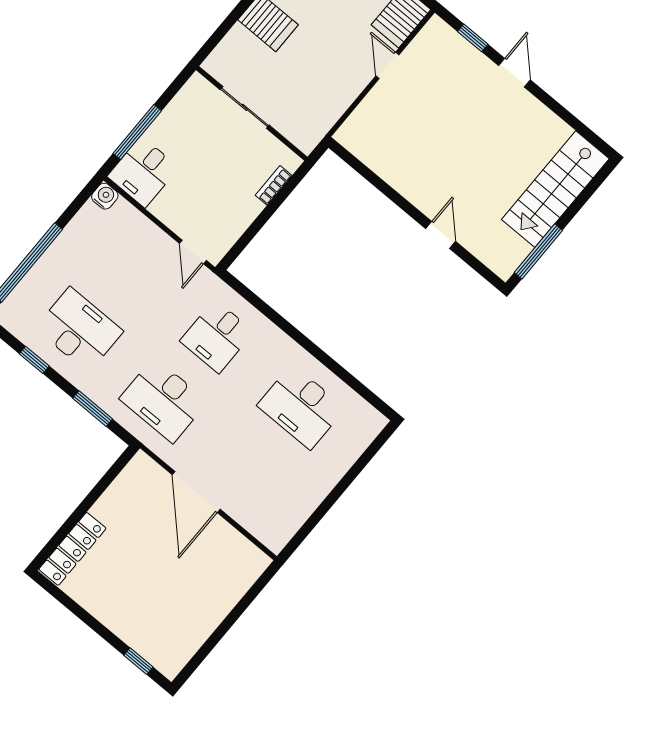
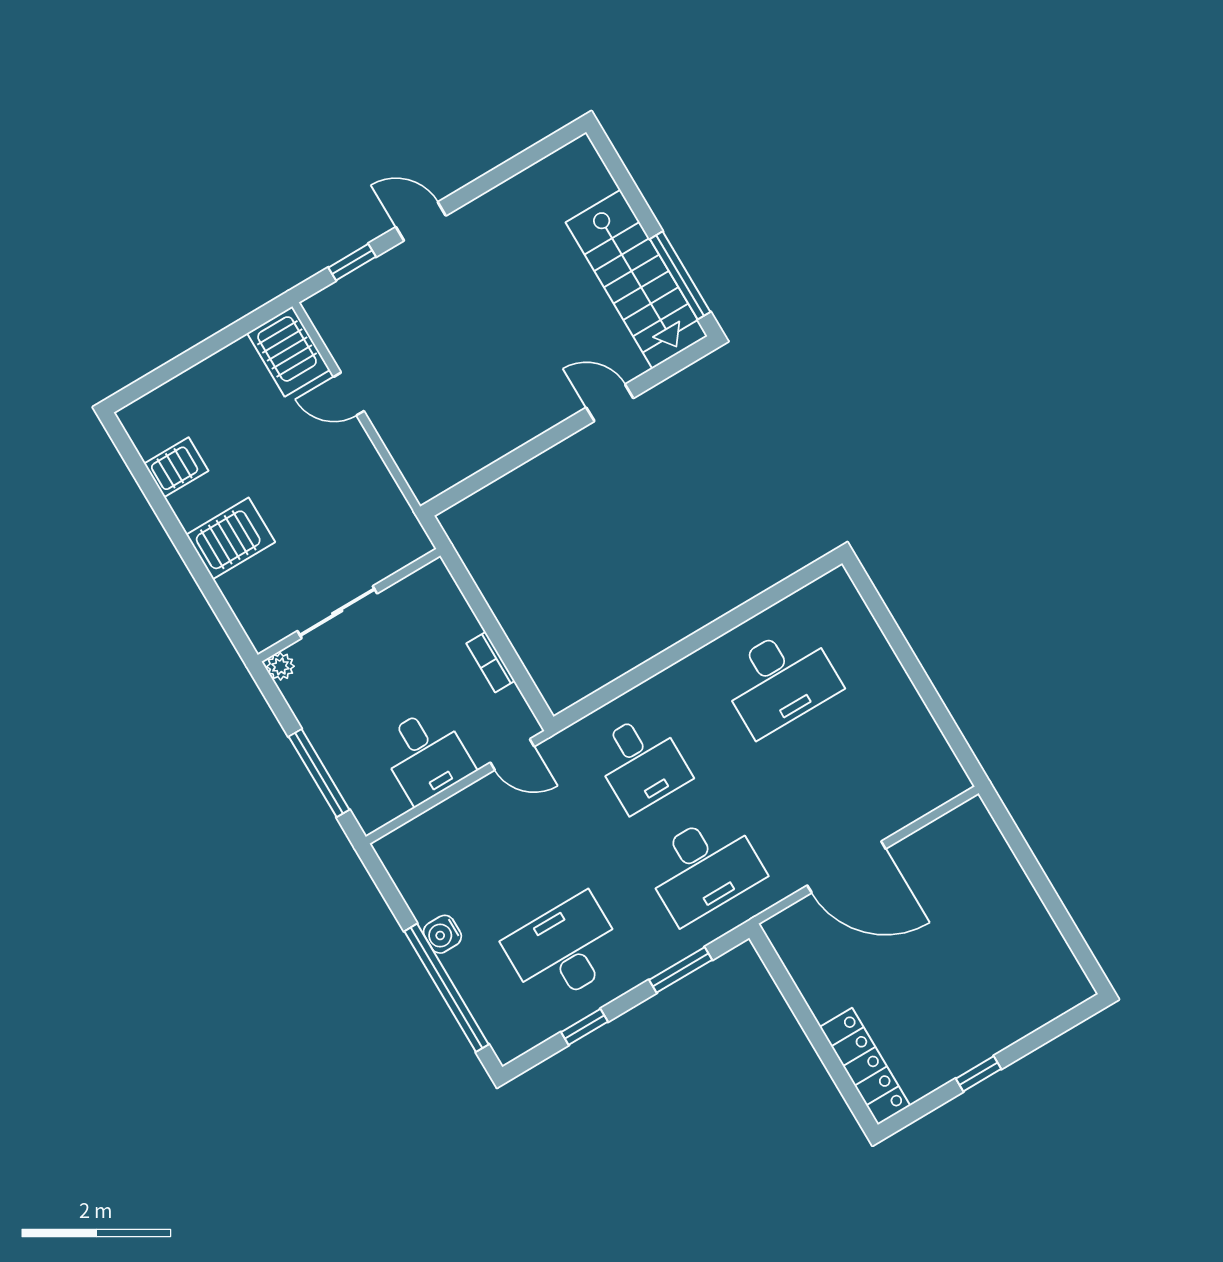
plant: (197, 83) -> (280, 666), added
desk: (143, 172) -> (426, 755), moved
bookcase: (274, 185) -> (490, 662), moved
stairs: (555, 189) -> (636, 279), moved
water cooler: (105, 196) -> (442, 934), moved, turned -90
window: (138, 661) -> (979, 1074), moved

